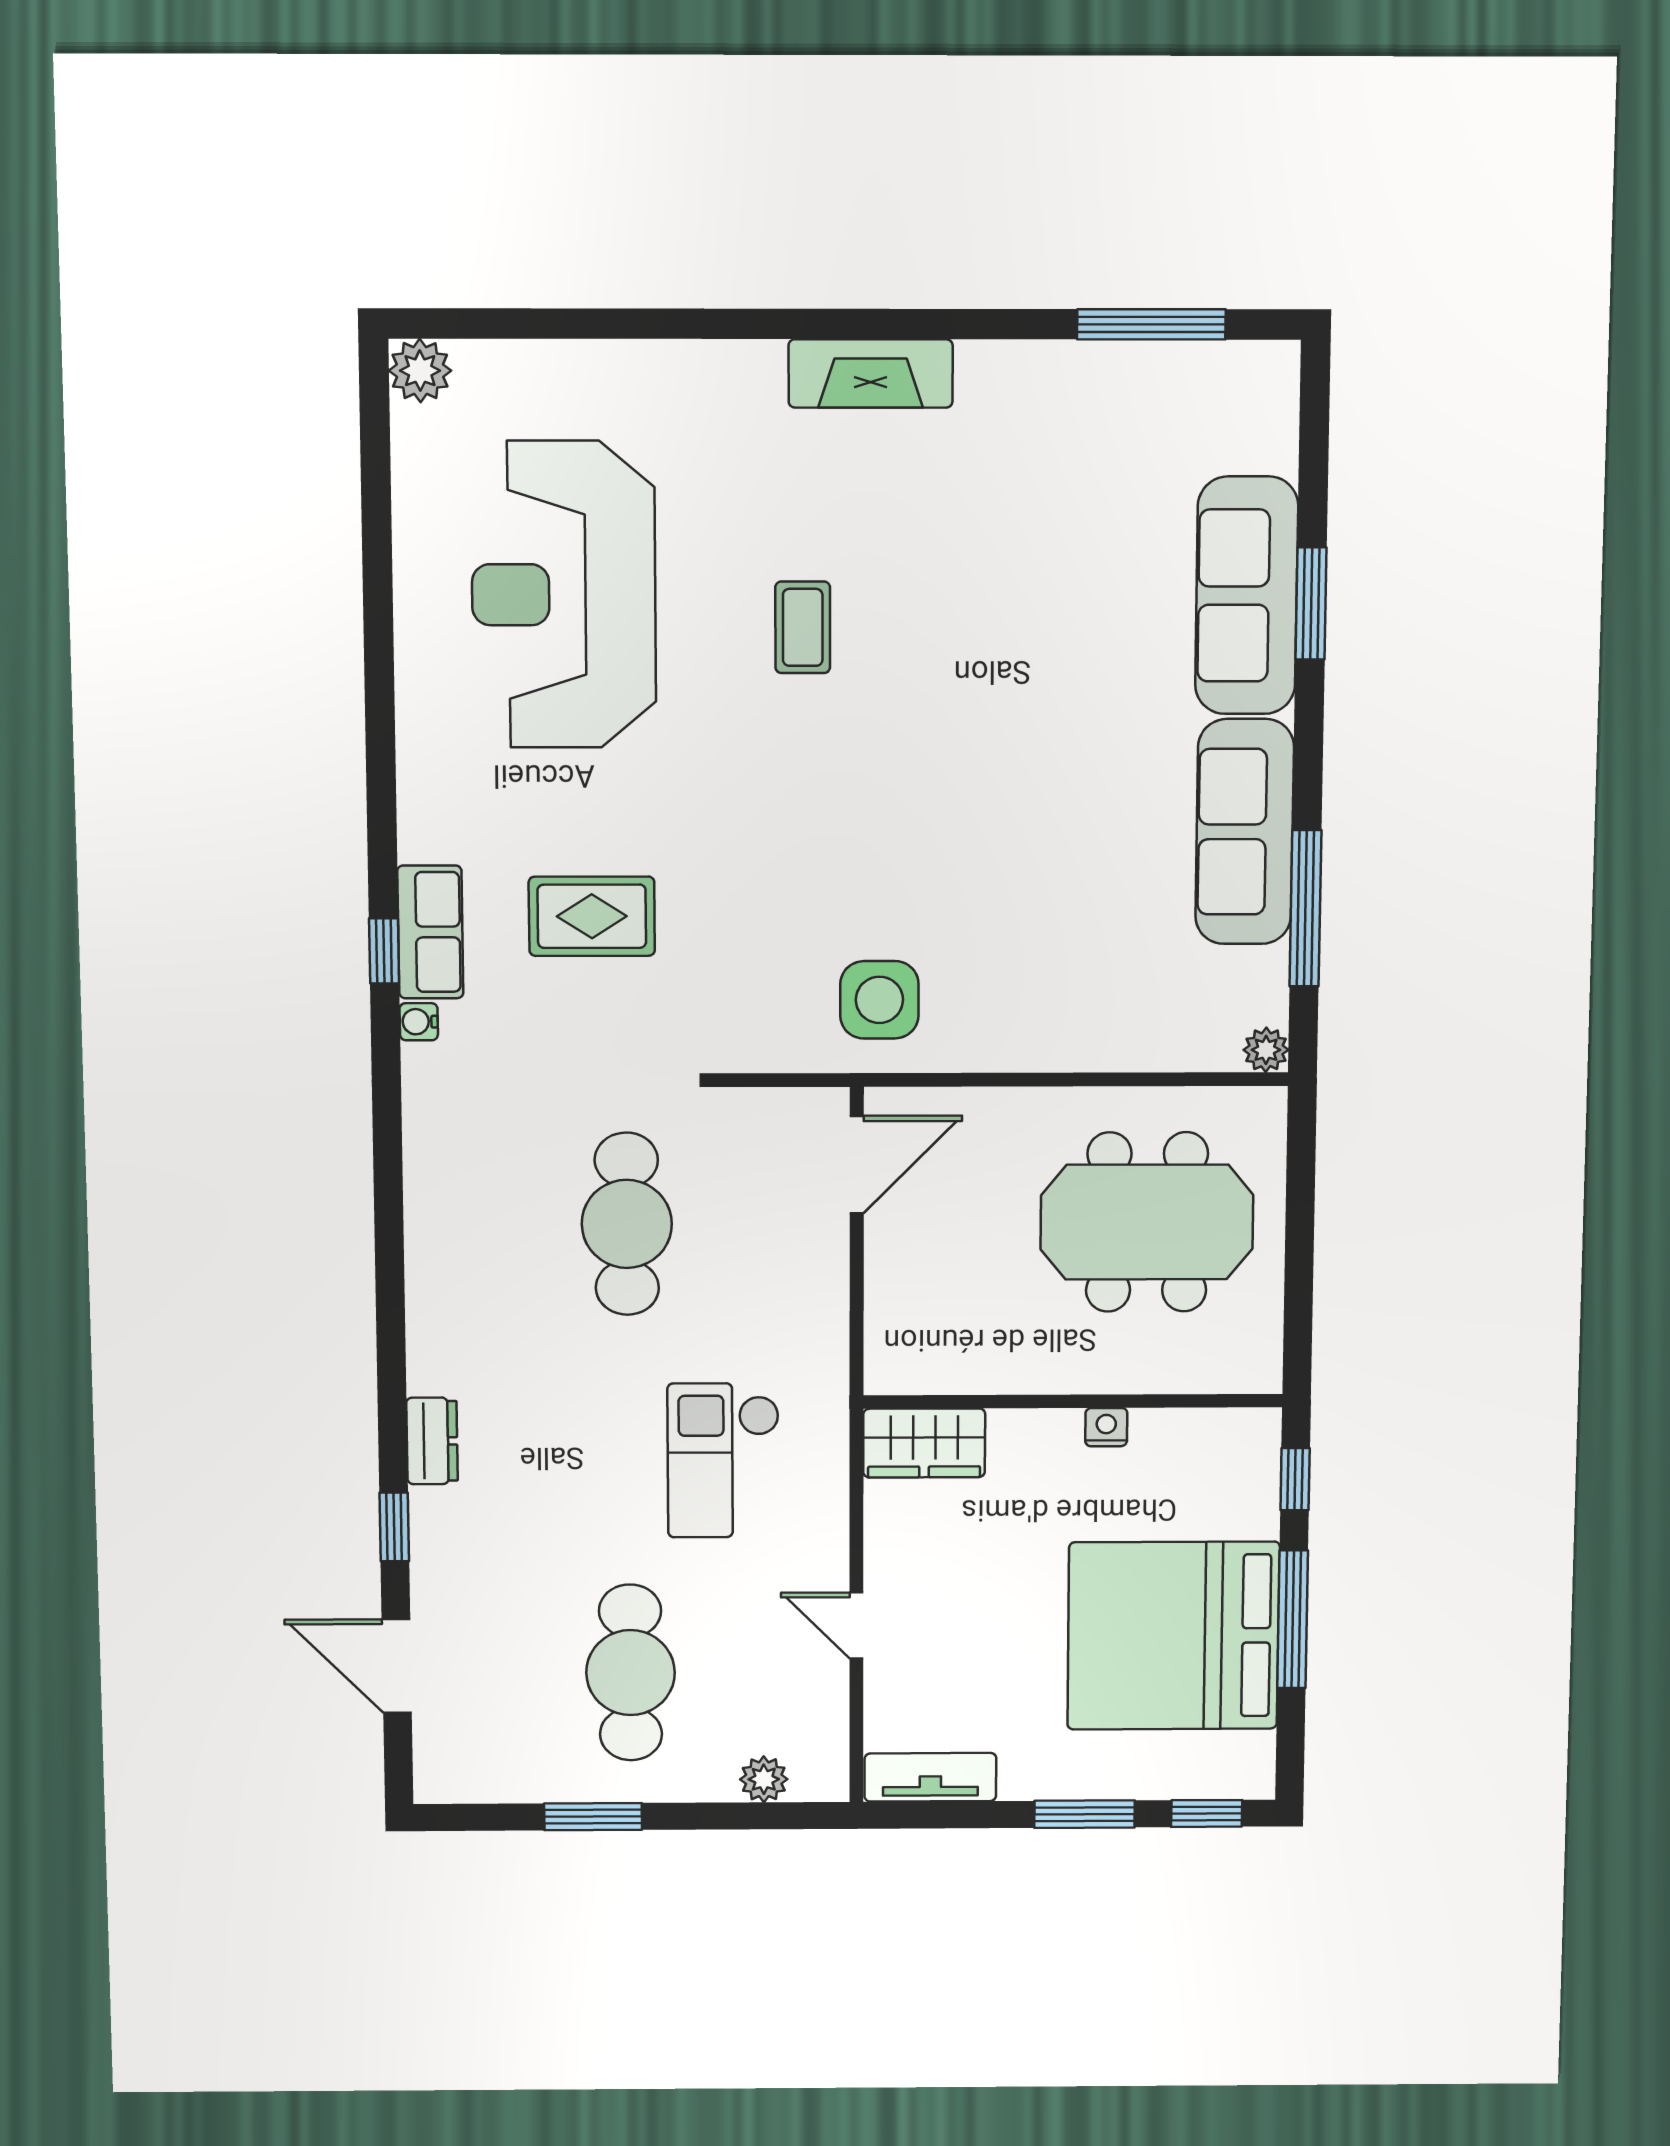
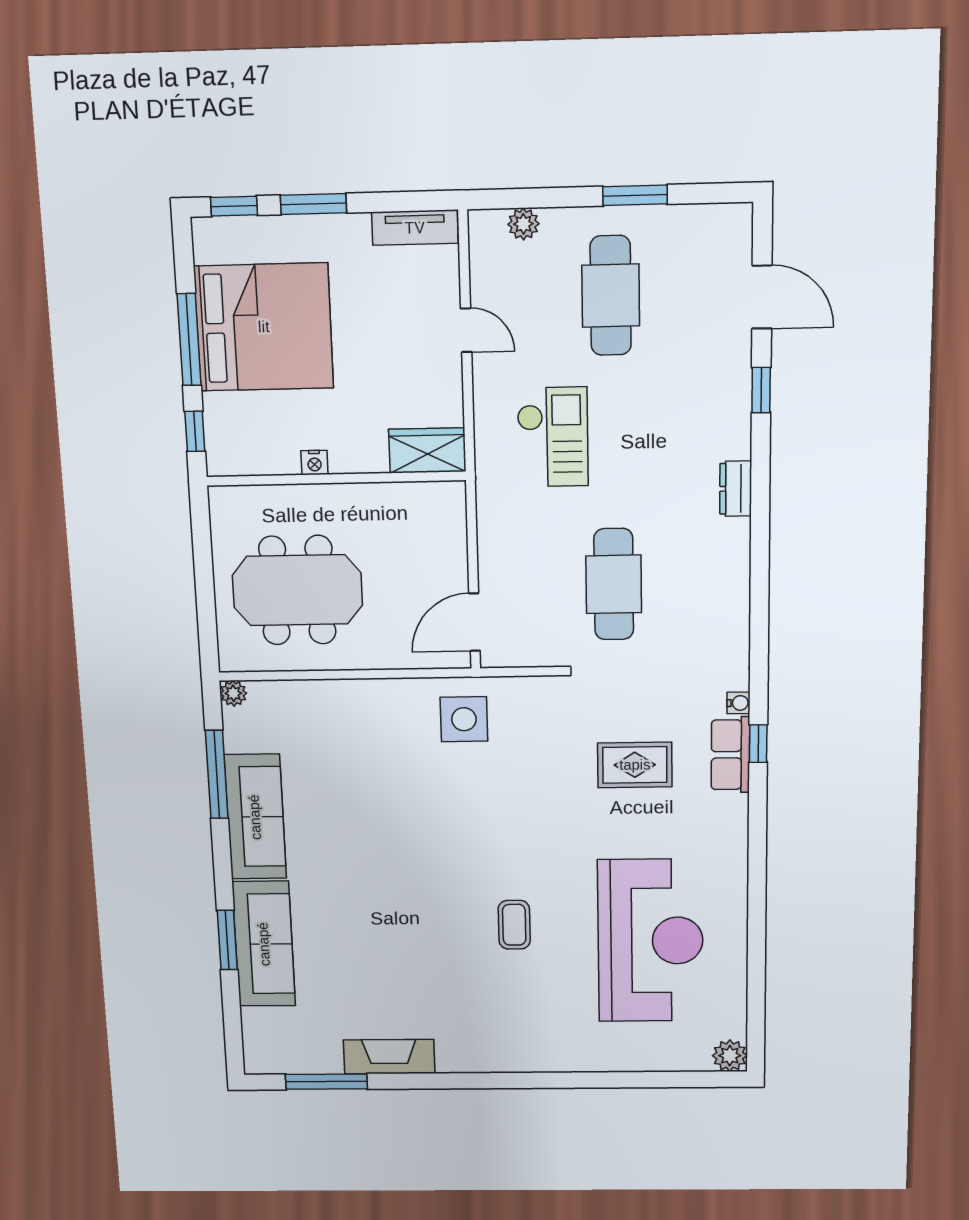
fireplace: (871, 373) -> (389, 1057), moved
dresser: (432, 1441) -> (736, 489), moved

